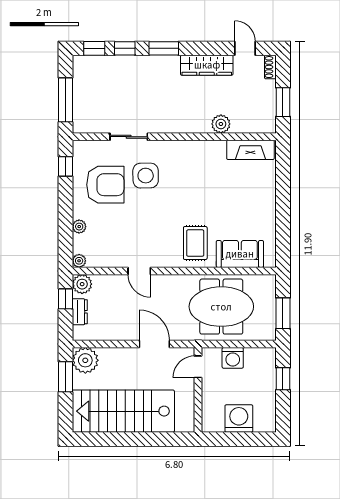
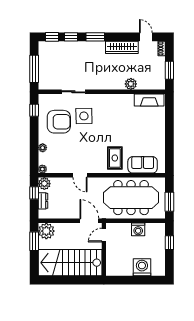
meeting table: (221, 307) -> (131, 198), width x1.36
door: (198, 367) -> (104, 235), moved
wall: (198, 390) -> (104, 249), moved

